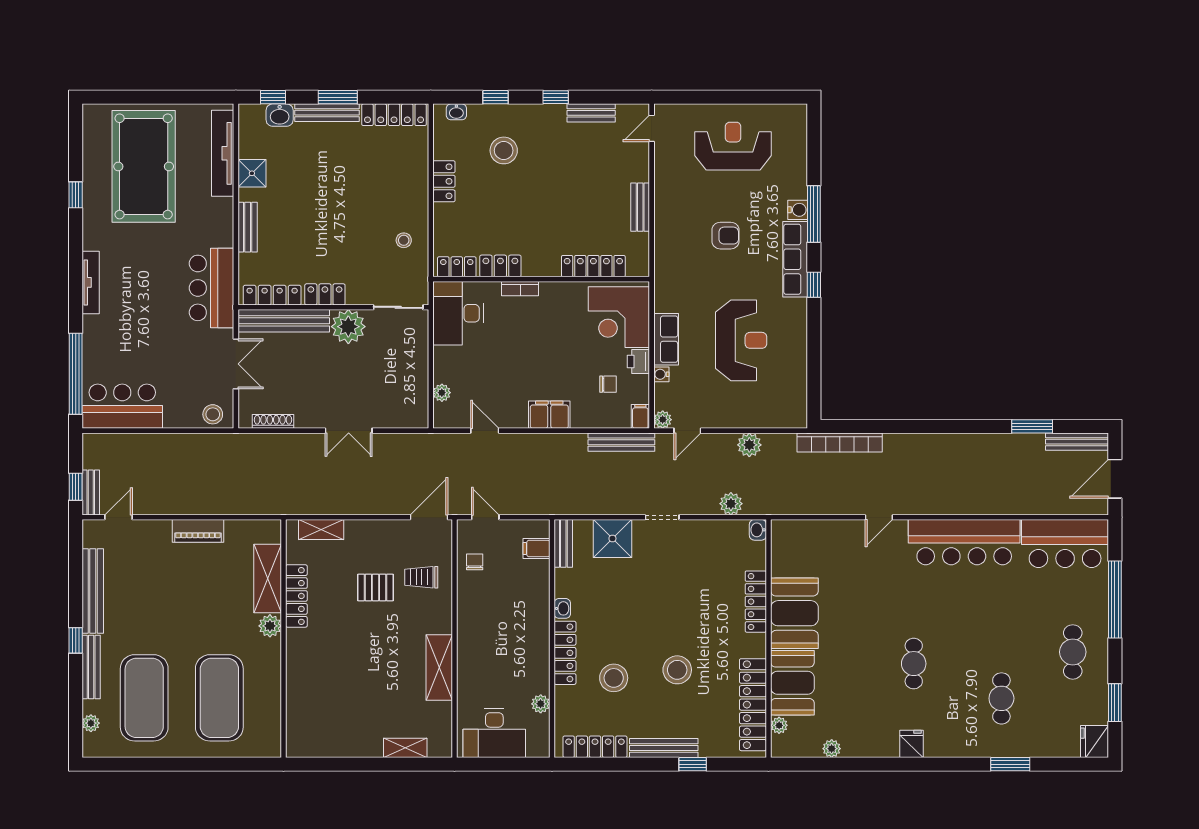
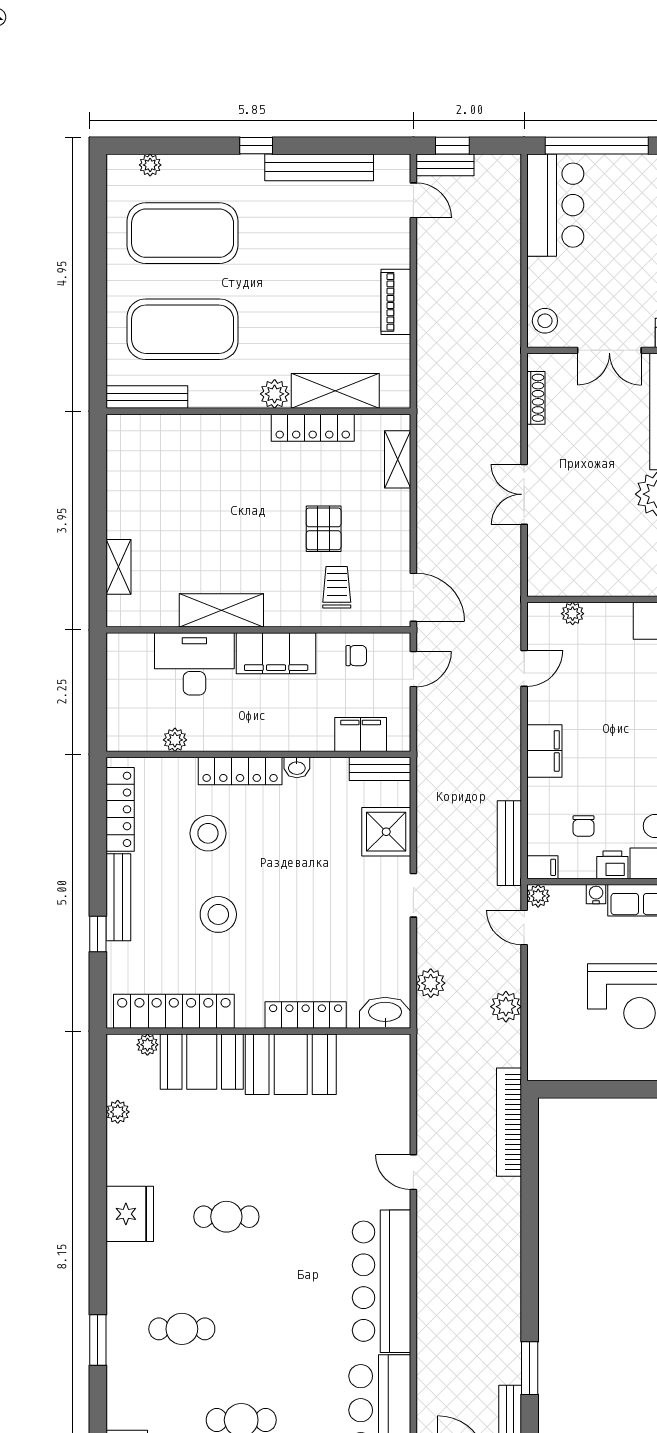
washbasin: (758, 530) -> (385, 1013), width x1.91, depth x1.45
filing cabinet: (536, 549) -> (361, 735), width x2.00
filing cabinet: (473, 625) -> (276, 653), added
bench: (91, 667) -> (147, 397), moved
desk: (494, 733) -> (194, 664), moved, turned 90
fridge: (911, 744) -> (130, 1214), width x1.88, depth x1.34

